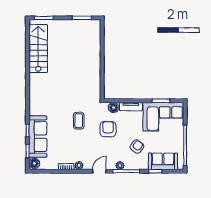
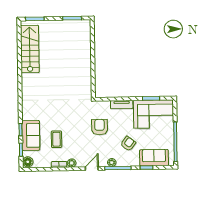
floor lamp: (114, 108) -> (105, 106), removed
coffee table: (79, 121) -> (56, 139), moved
sofa: (38, 137) -> (31, 135), width x0.73

